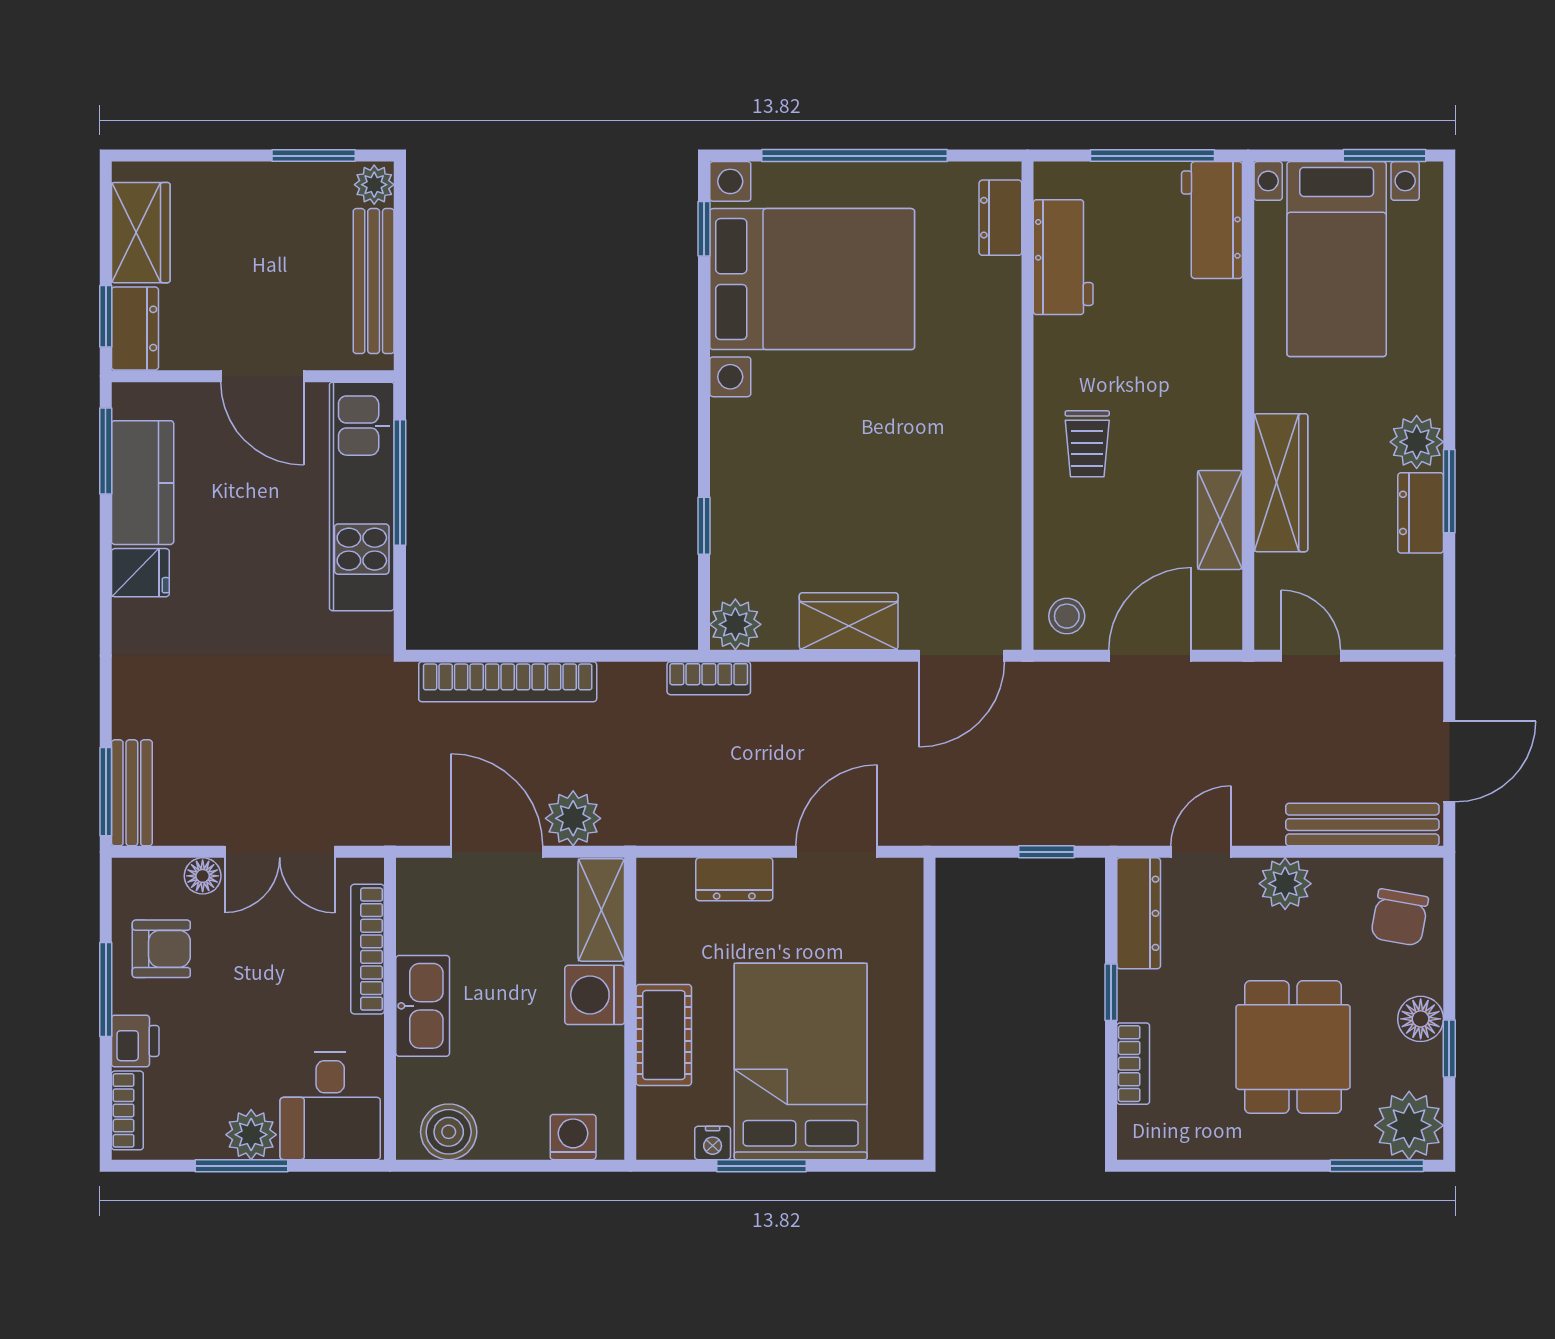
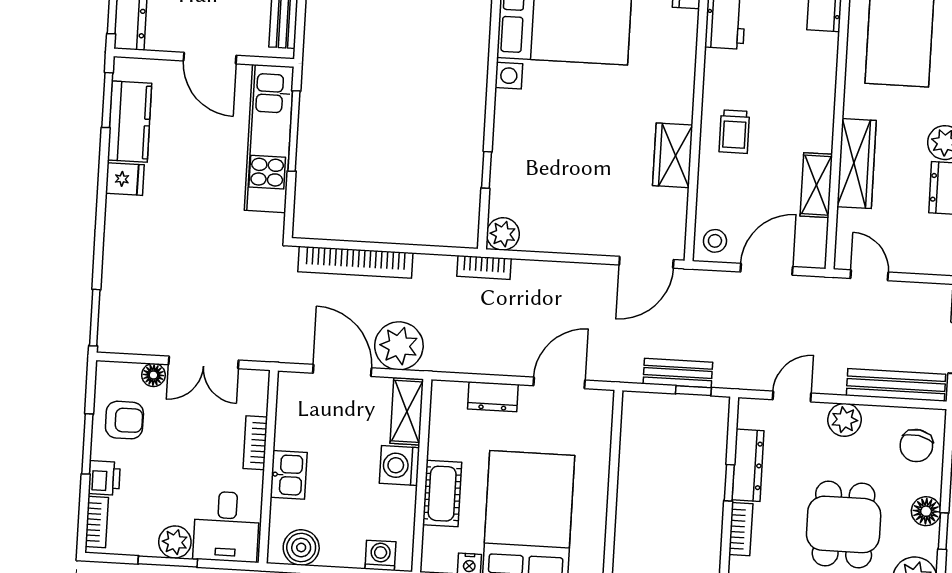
wardrobe: (849, 621) -> (673, 155), moved, turned -90
bench: (132, 793) -> (678, 373), moved, turned 90
plant: (573, 818) -> (399, 346), width x1.36, depth x1.36
dresser: (1139, 913) -> (748, 465), moved
bookcase: (368, 949) -> (255, 443), width x0.64
kitchen sink: (423, 1006) -> (289, 475), width x0.73

